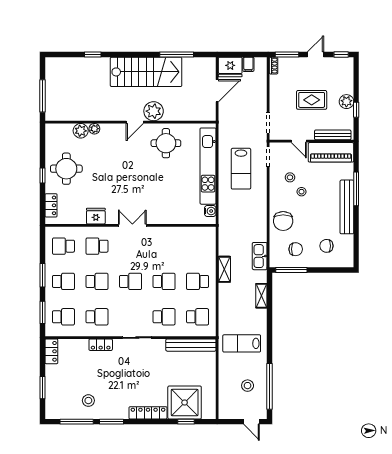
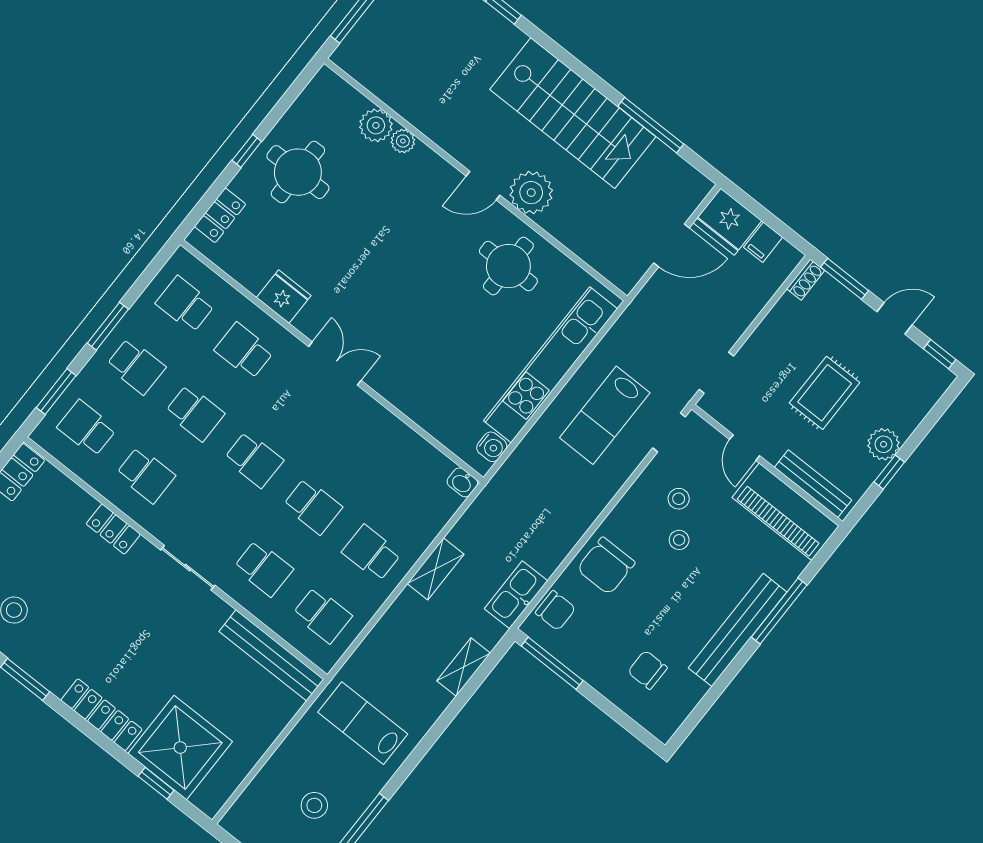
rug: (312, 100) -> (825, 393), turned 90
washbasin: (210, 232) -> (462, 482), added
chair: (296, 249) -> (556, 611), moved
school desk: (63, 317) -> (87, 428), turned 180

